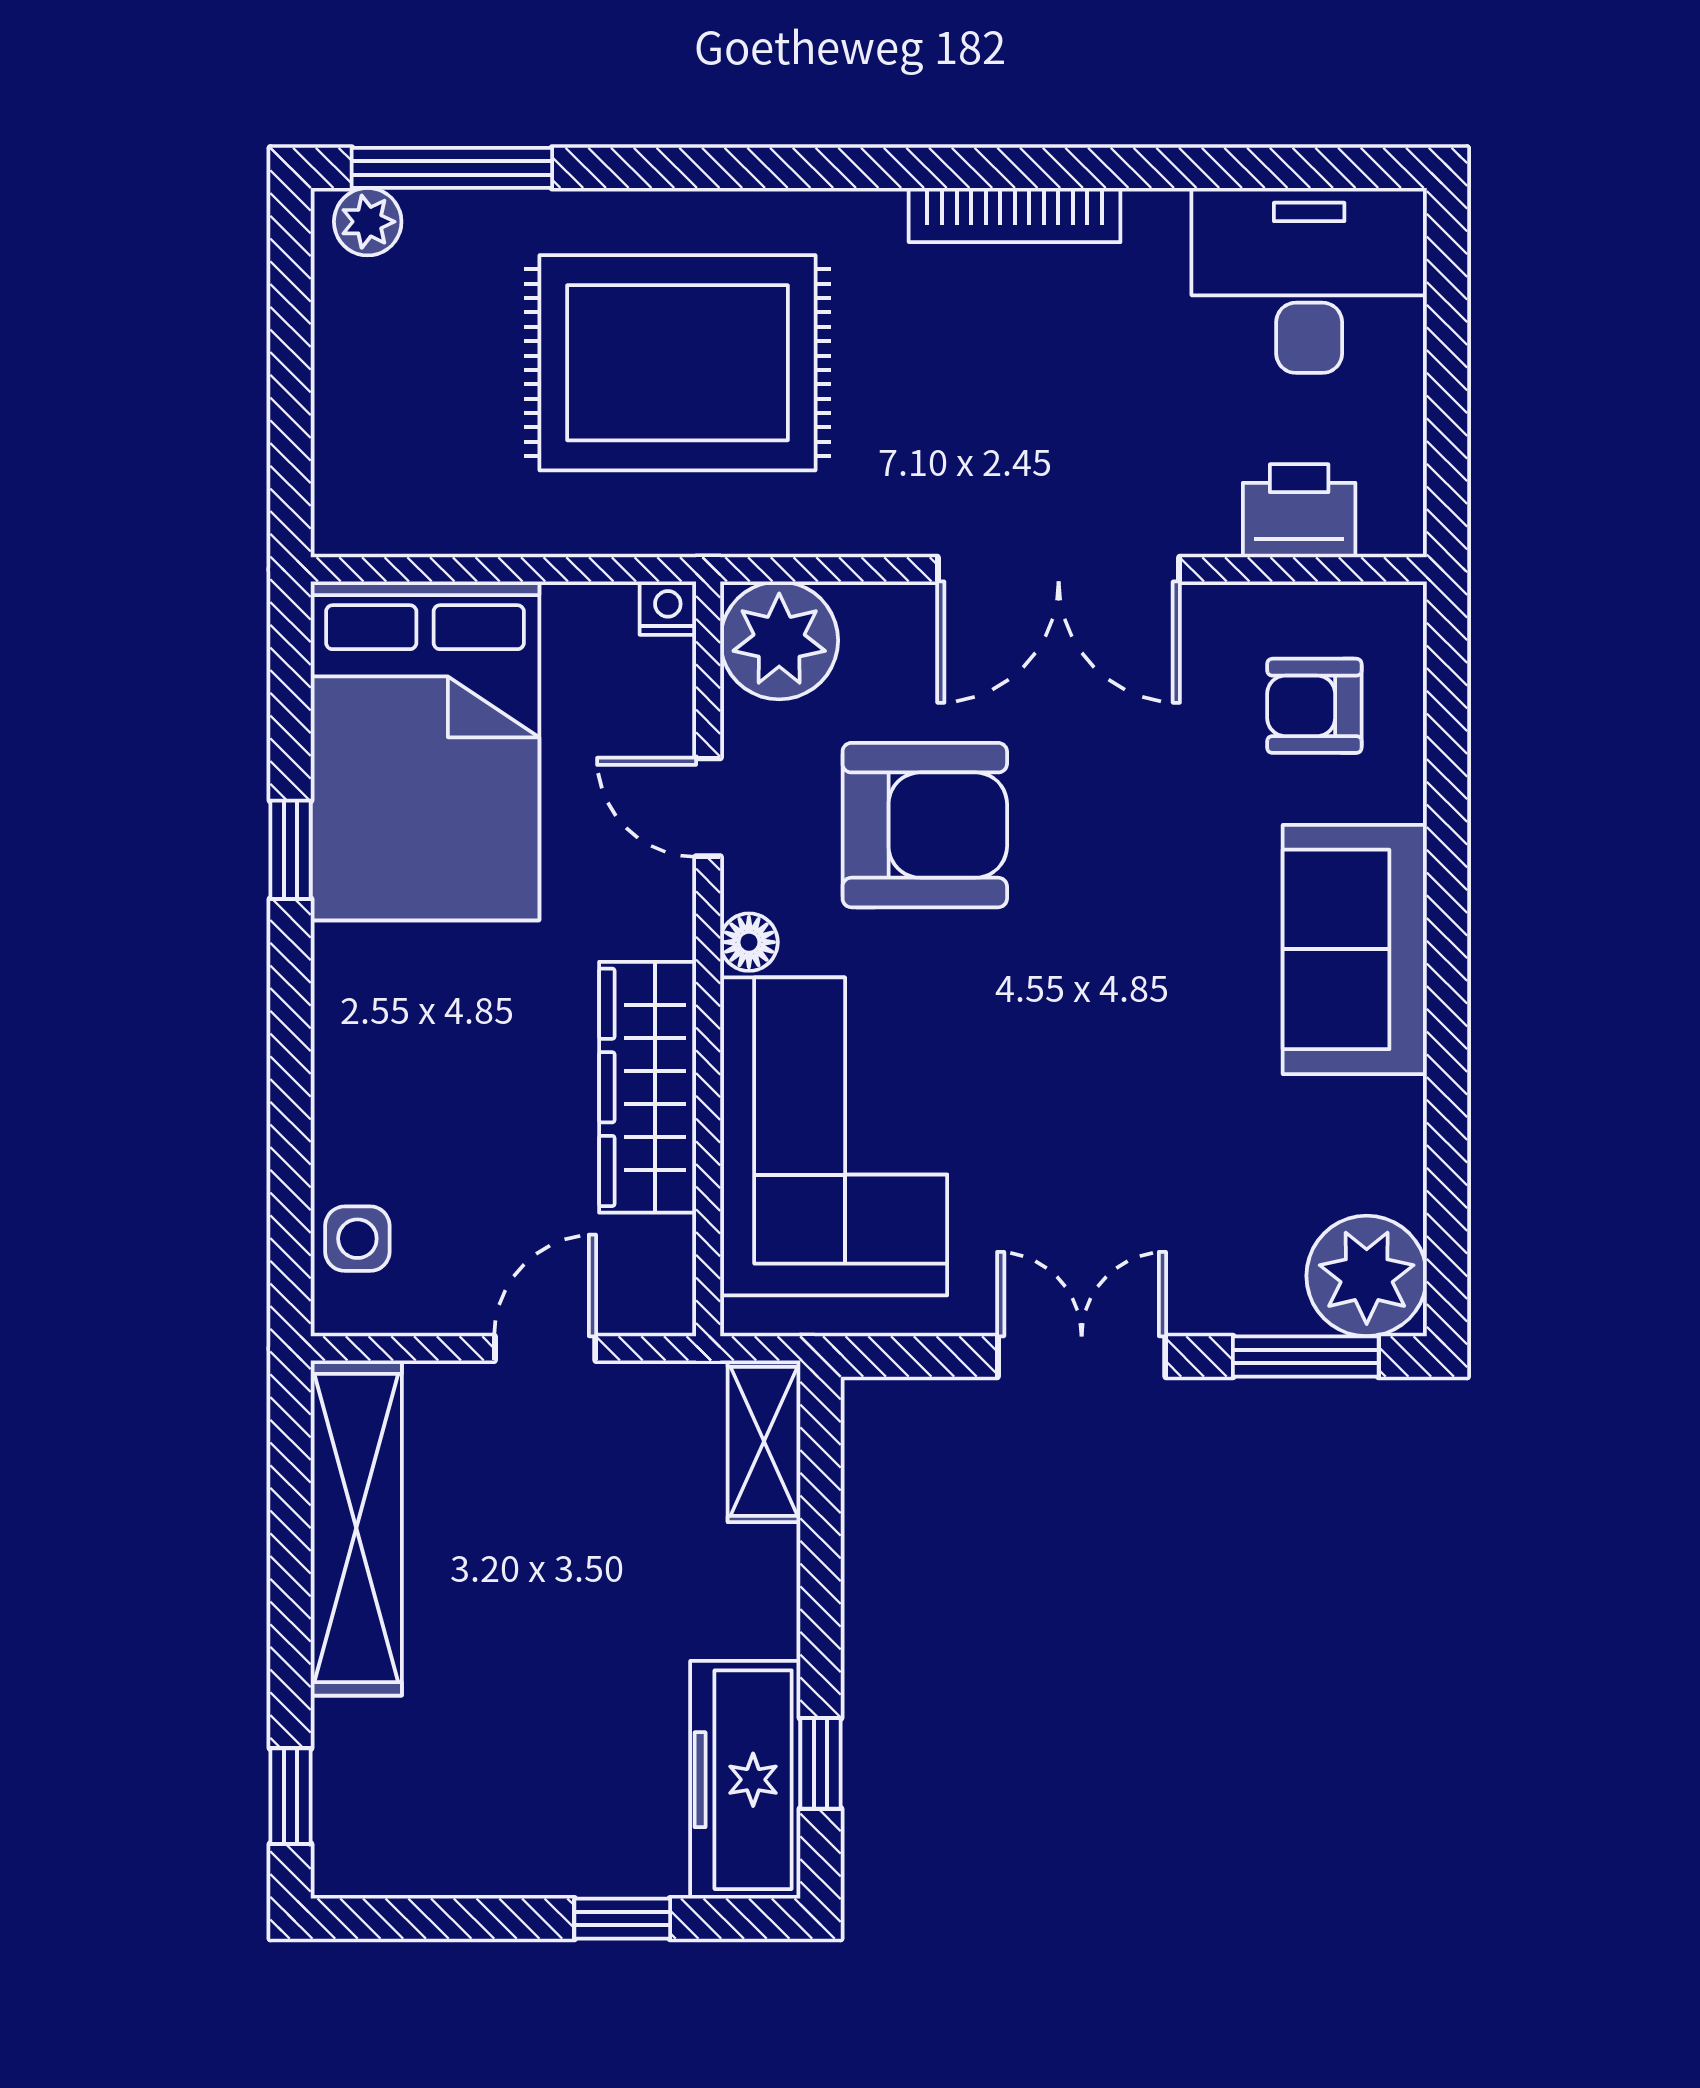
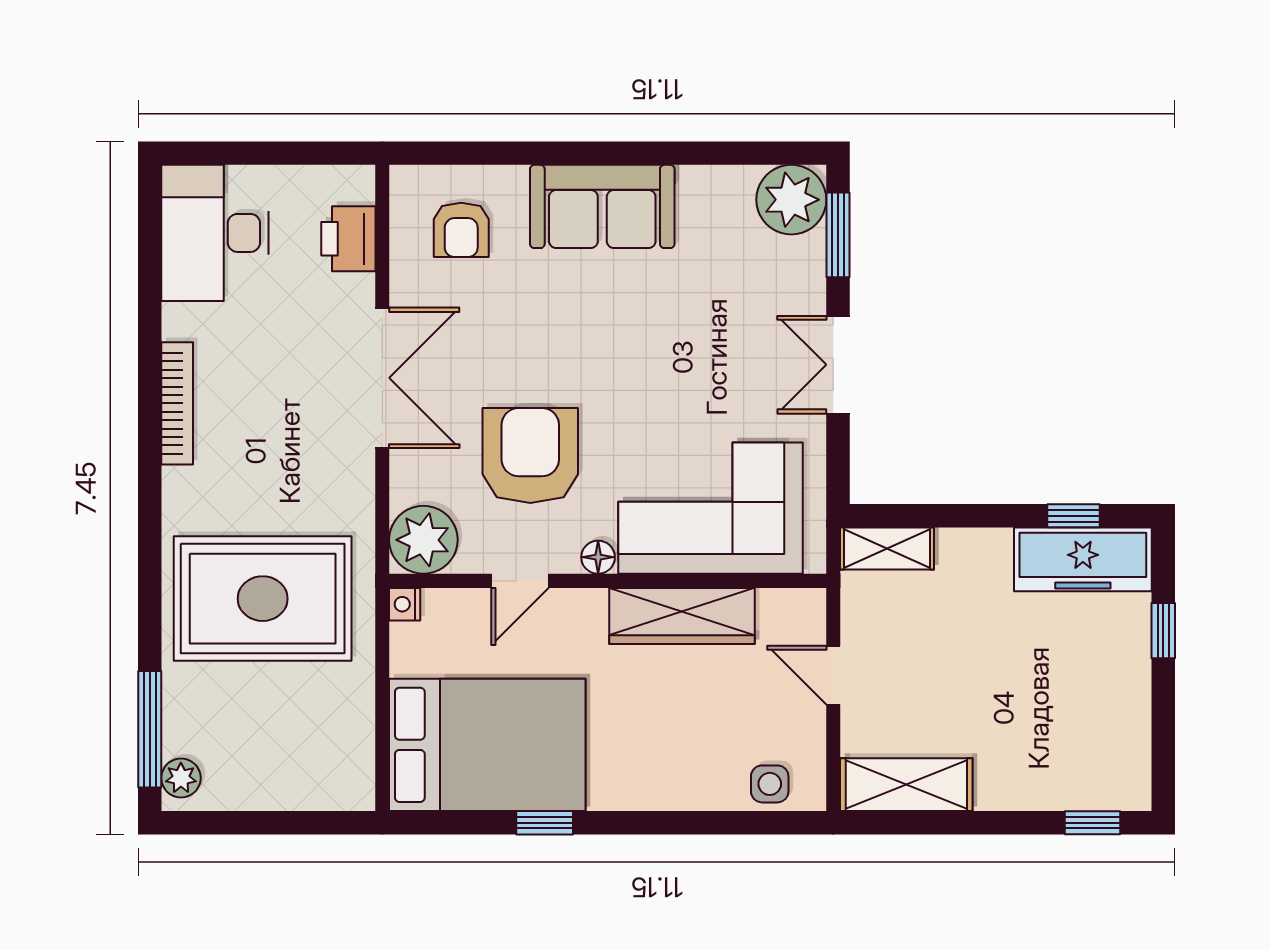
rug: (677, 363) -> (263, 599), turned 90
shelving: (356, 1528) -> (906, 785), width x0.68

